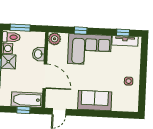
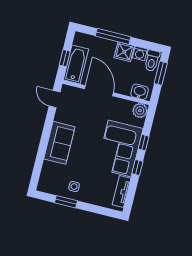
window: (123, 33) -> (137, 168), moved
washbasin: (39, 54) -> (140, 92), moved
door: (45, 76) -> (99, 91), swing flipped
window: (143, 85) -> (66, 202), added

